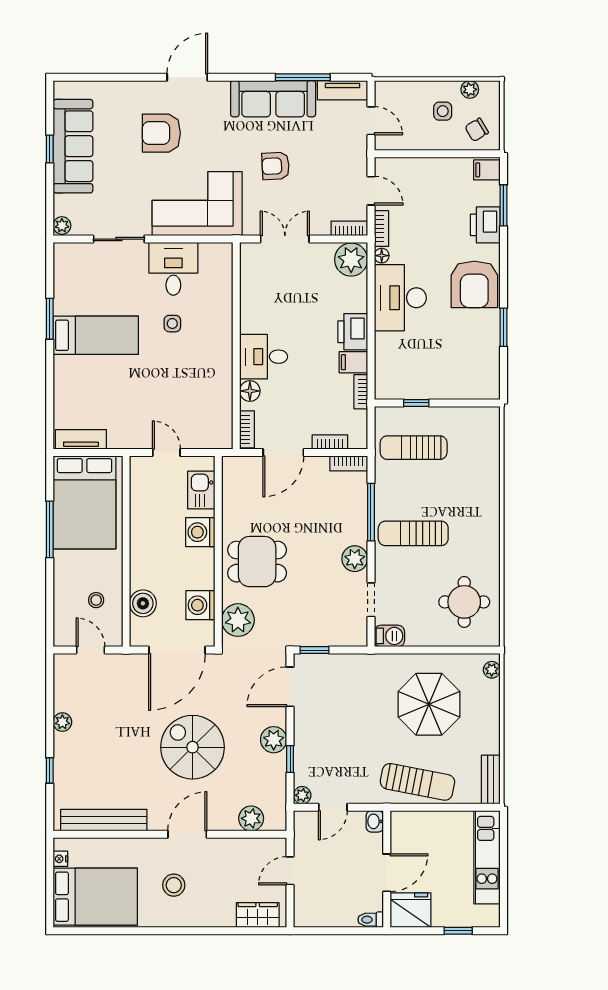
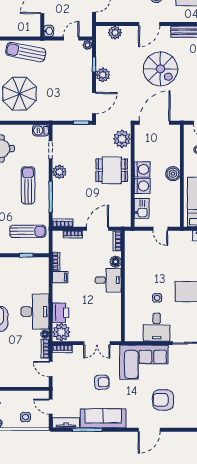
side table: (443, 111) -> (25, 417), moved
armchair: (161, 133) -> (163, 400), turned 180
printer: (353, 332) -> (60, 313), moved
sun lounger: (413, 533) -> (28, 185), turned -90
boiler: (143, 603) -> (173, 174), moved
washing machine: (200, 605) -> (142, 169), moved
spiral stairs: (192, 747) -> (160, 69), moved

